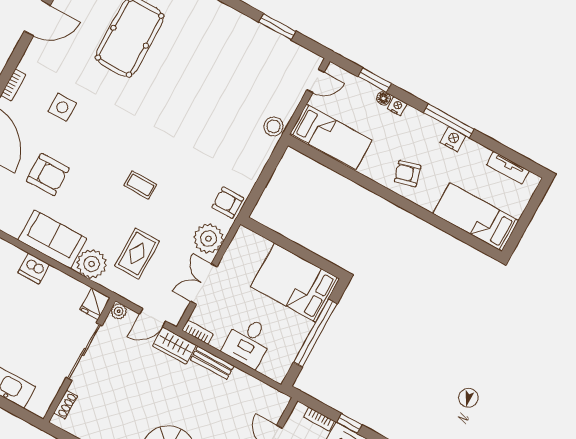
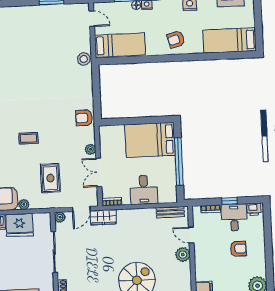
door: (316, 81) -> (92, 19), hinge flipped
plant: (208, 239) -> (90, 149), width x0.53, depth x0.53
plant: (92, 264) -> (24, 204), width x0.53, depth x0.53
fridge: (95, 304) -> (20, 225), moved, width x1.88, depth x1.34
bench: (212, 363) -> (170, 212), moved

